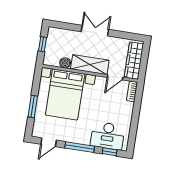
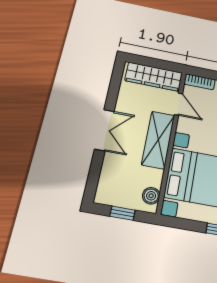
double door: (95, 31) -> (104, 130), swing flipped
boiler: (65, 63) -> (151, 196), moved

